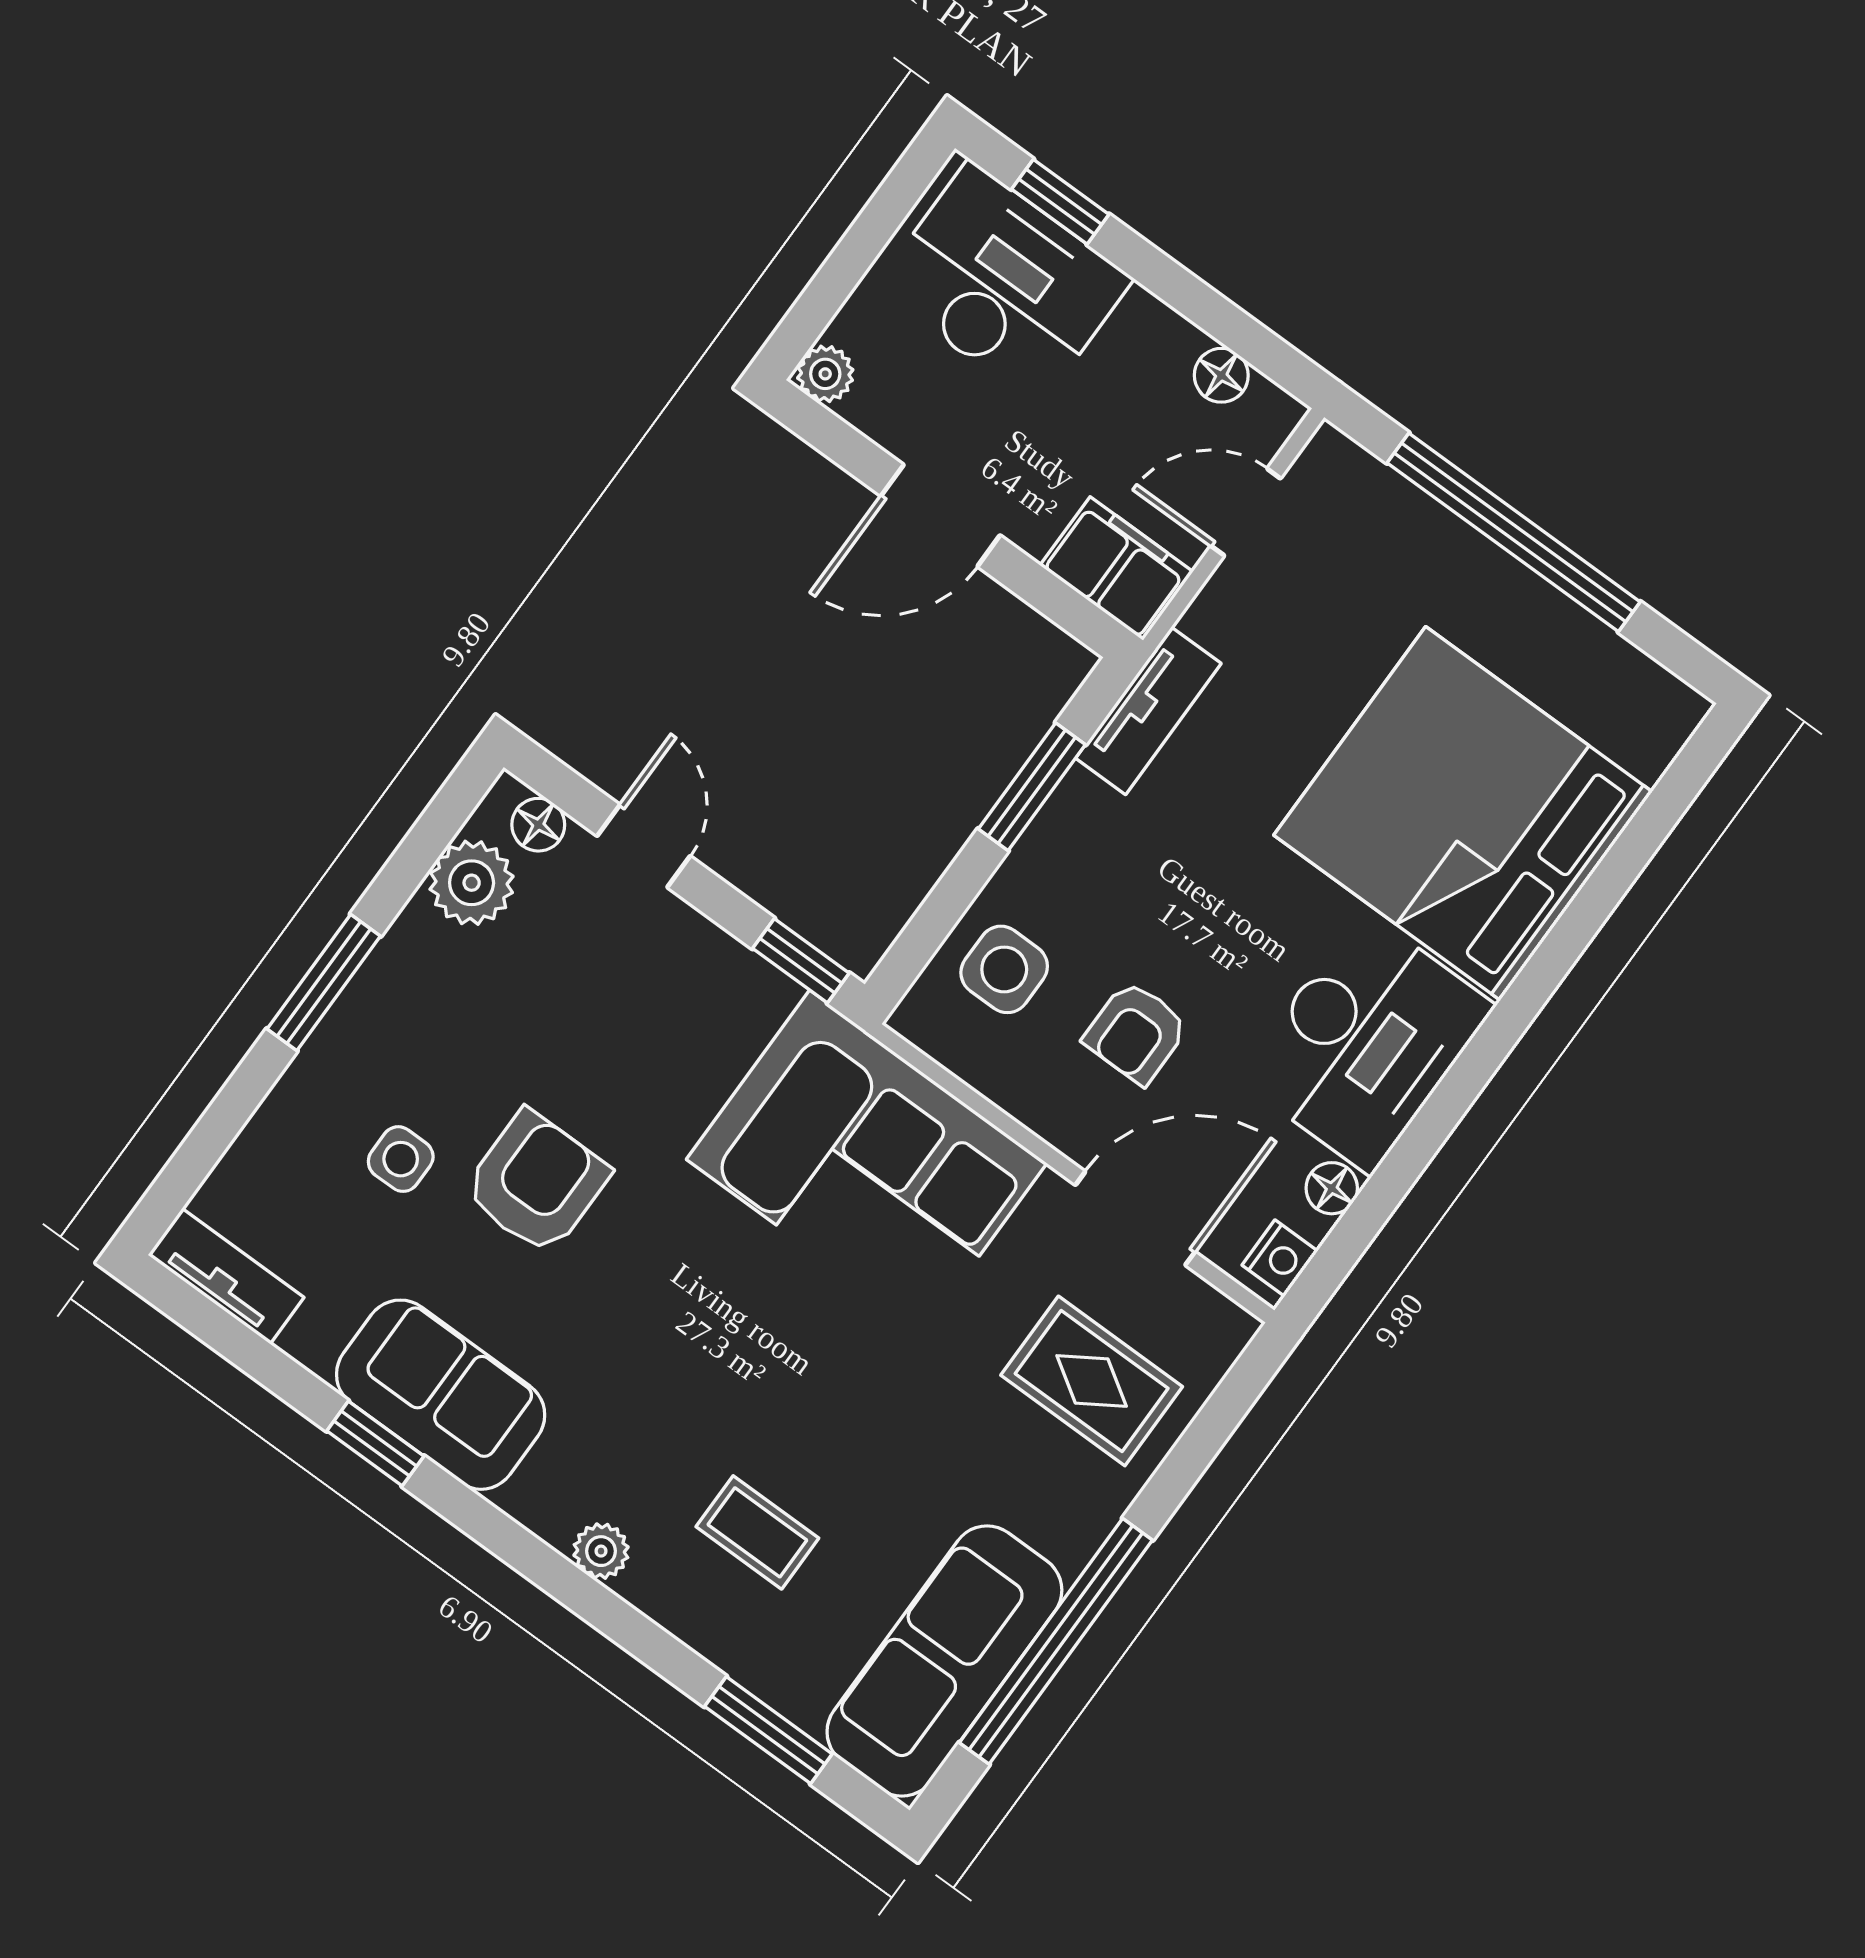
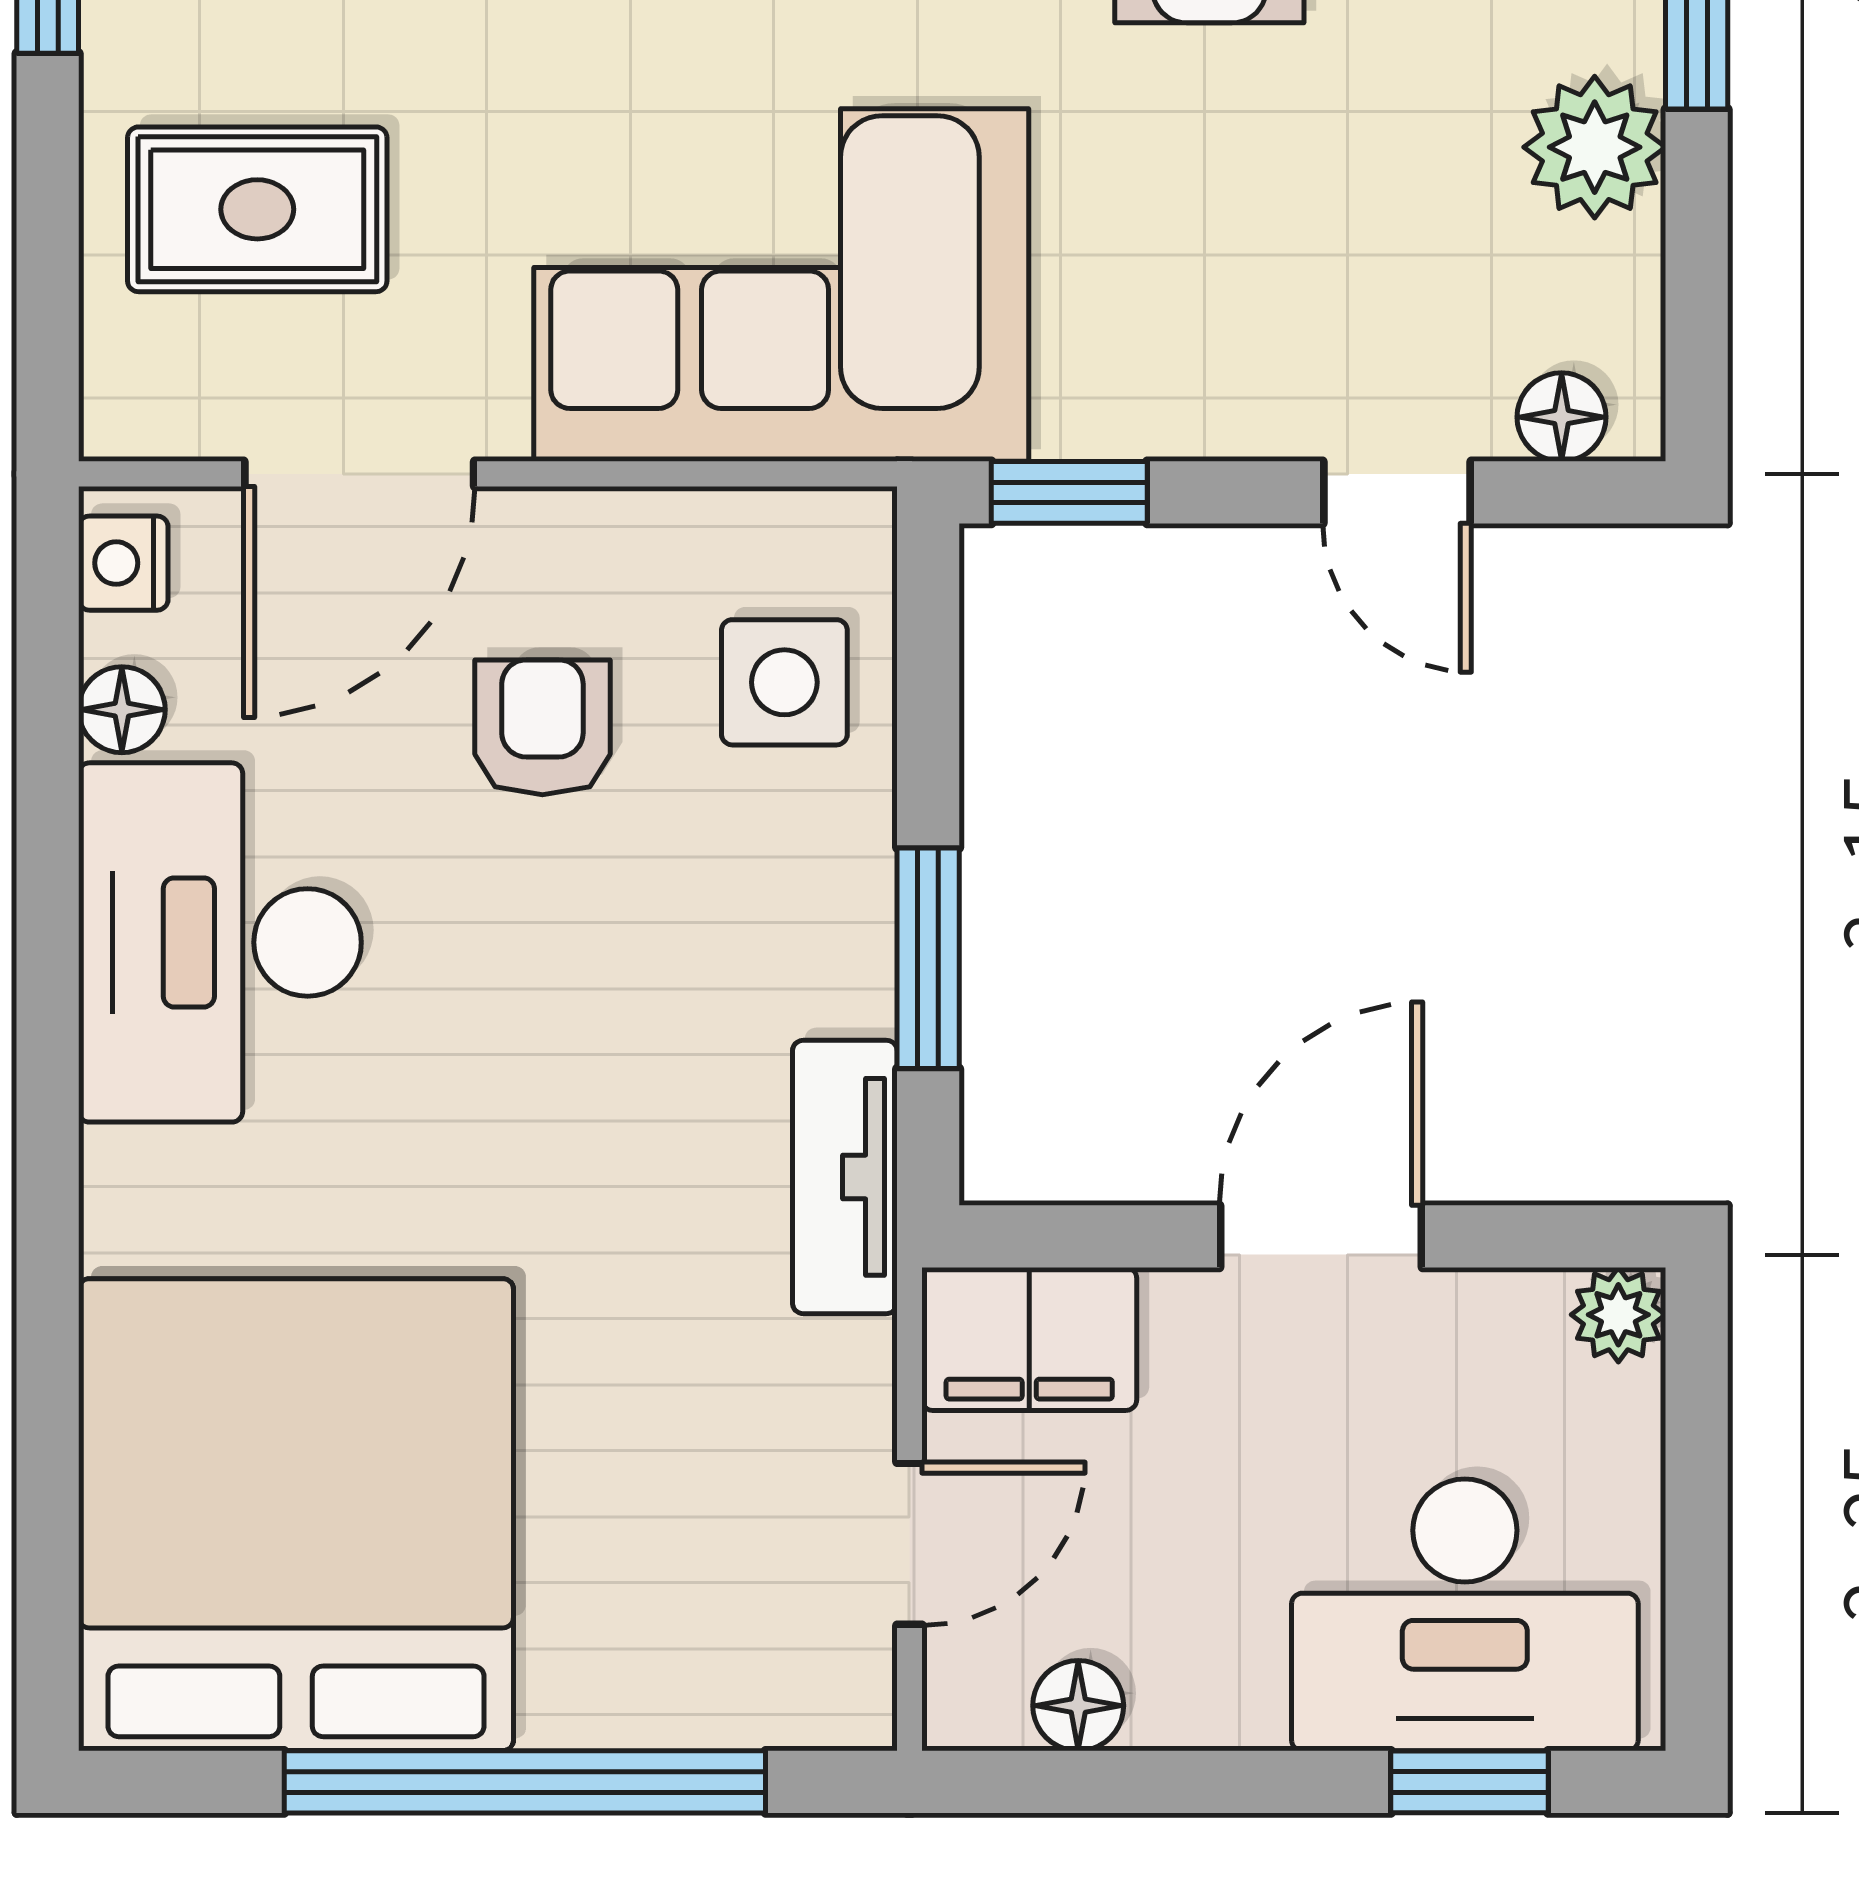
bed: (1463, 813) -> (296, 1515), moved, turned -90
plant: (472, 883) -> (1595, 147), moved

